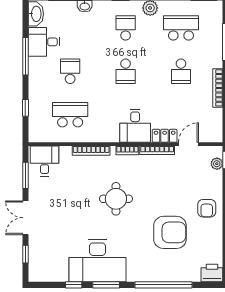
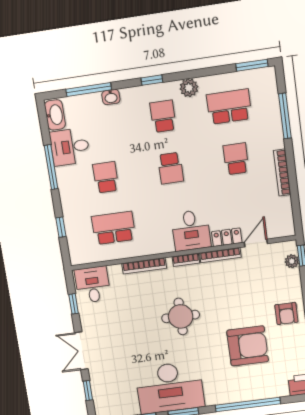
school desk: (181, 71) -> (236, 159), turned 180
window: (25, 175) -> (74, 304), width x0.67

